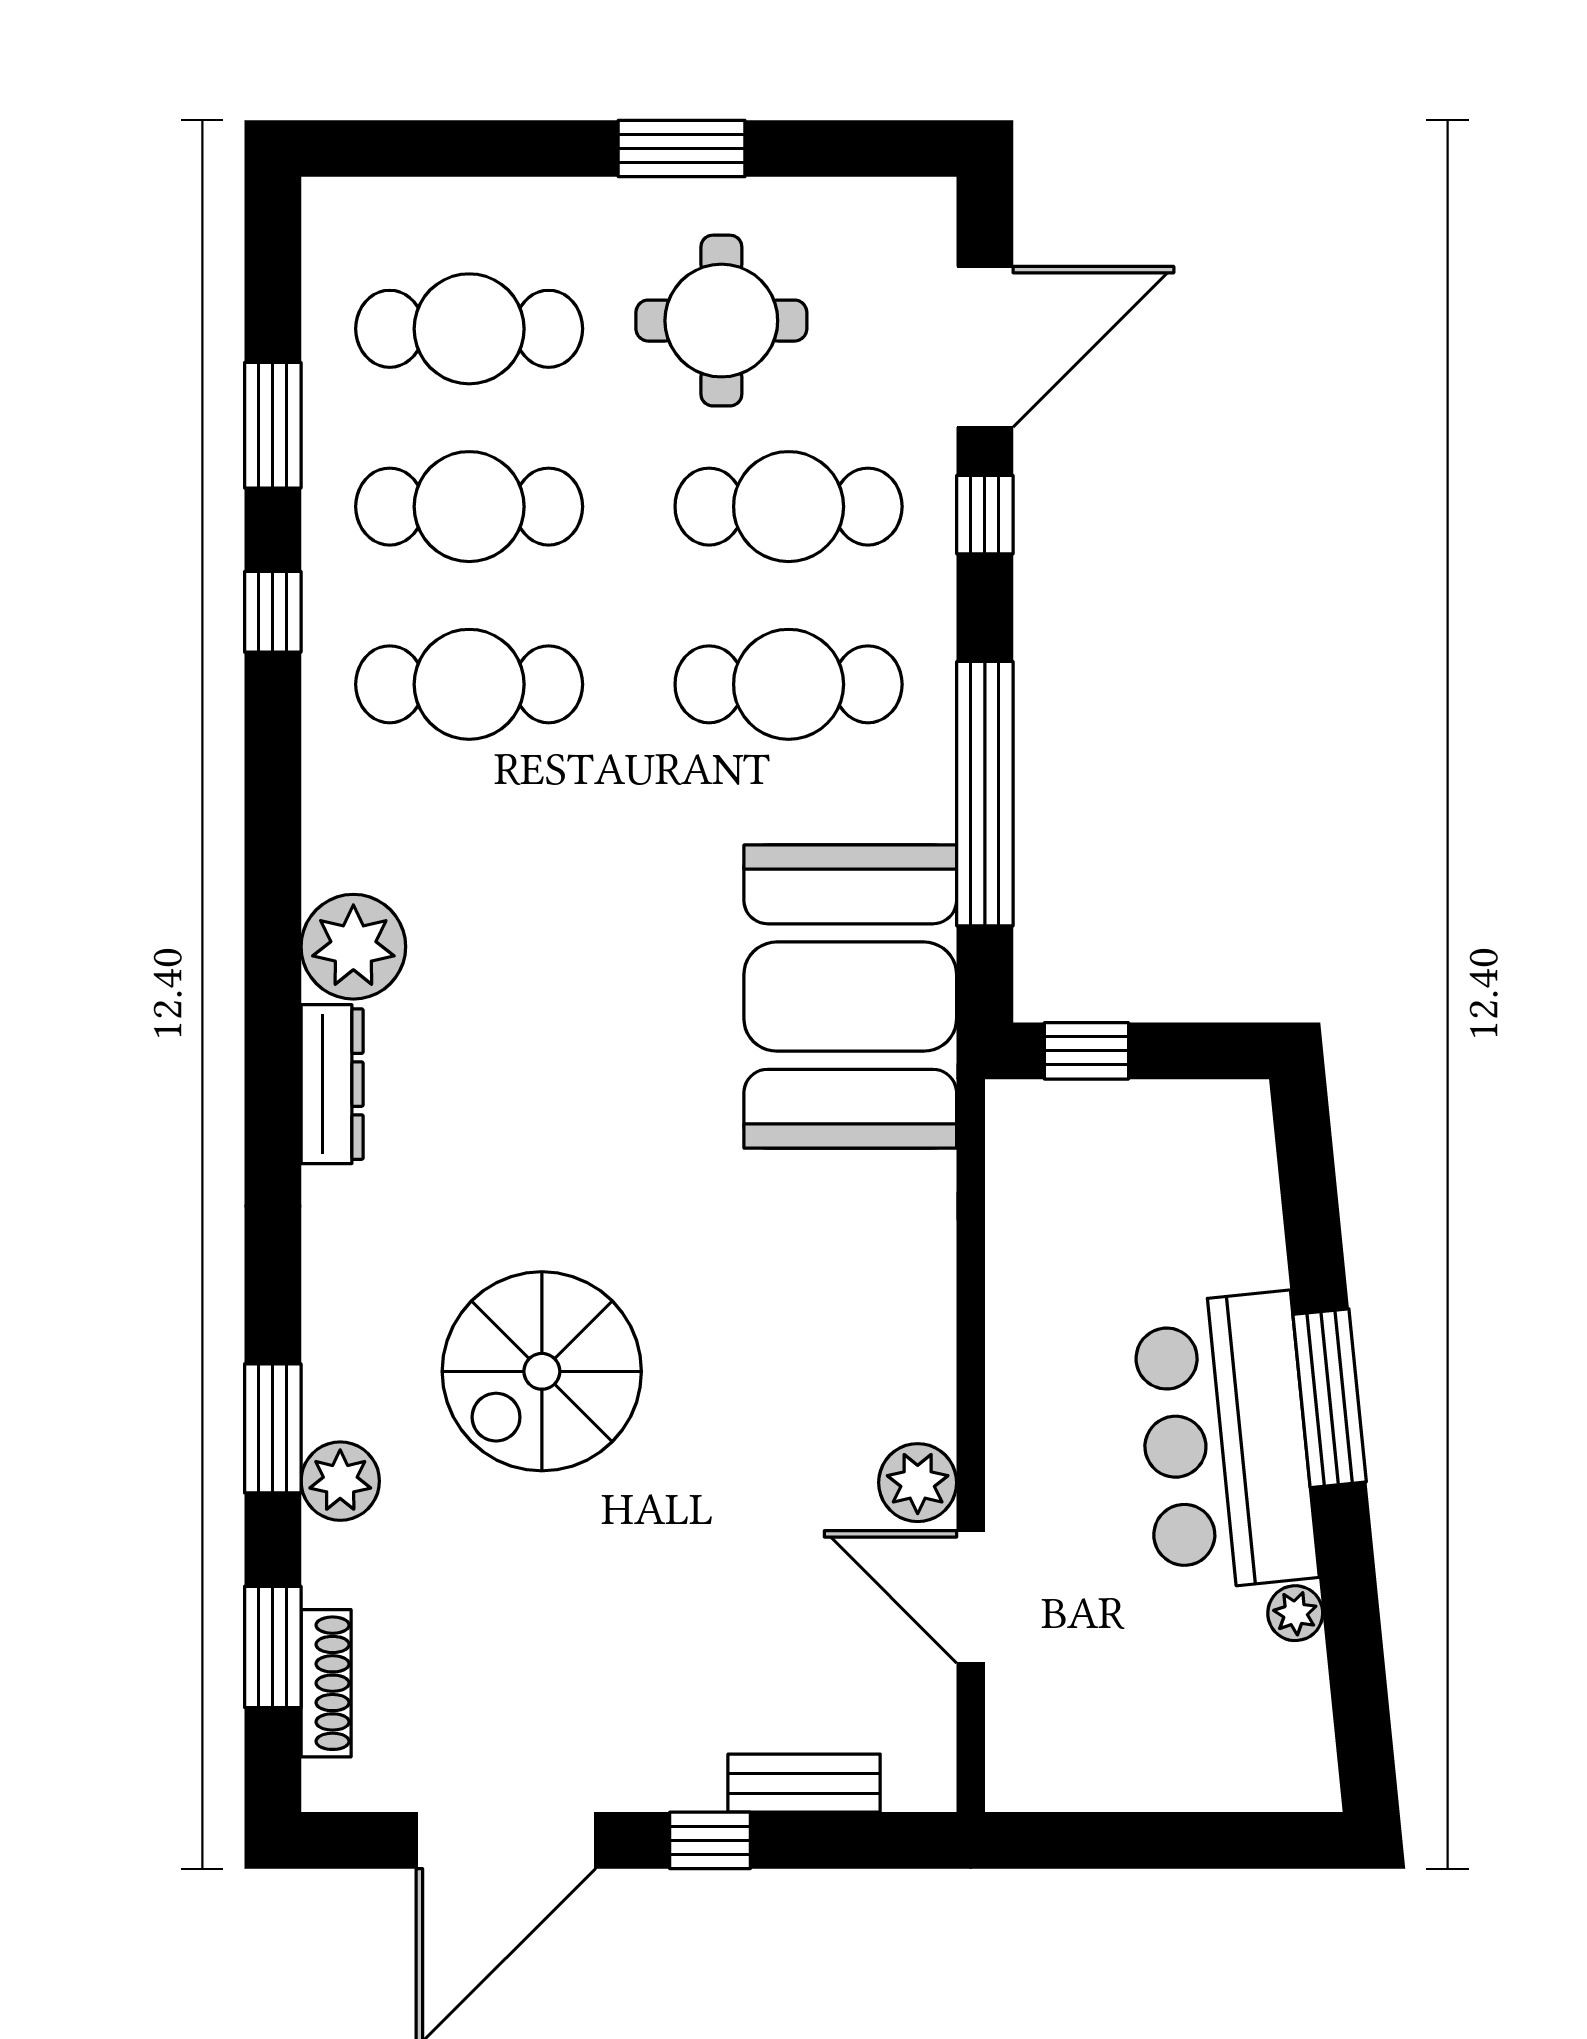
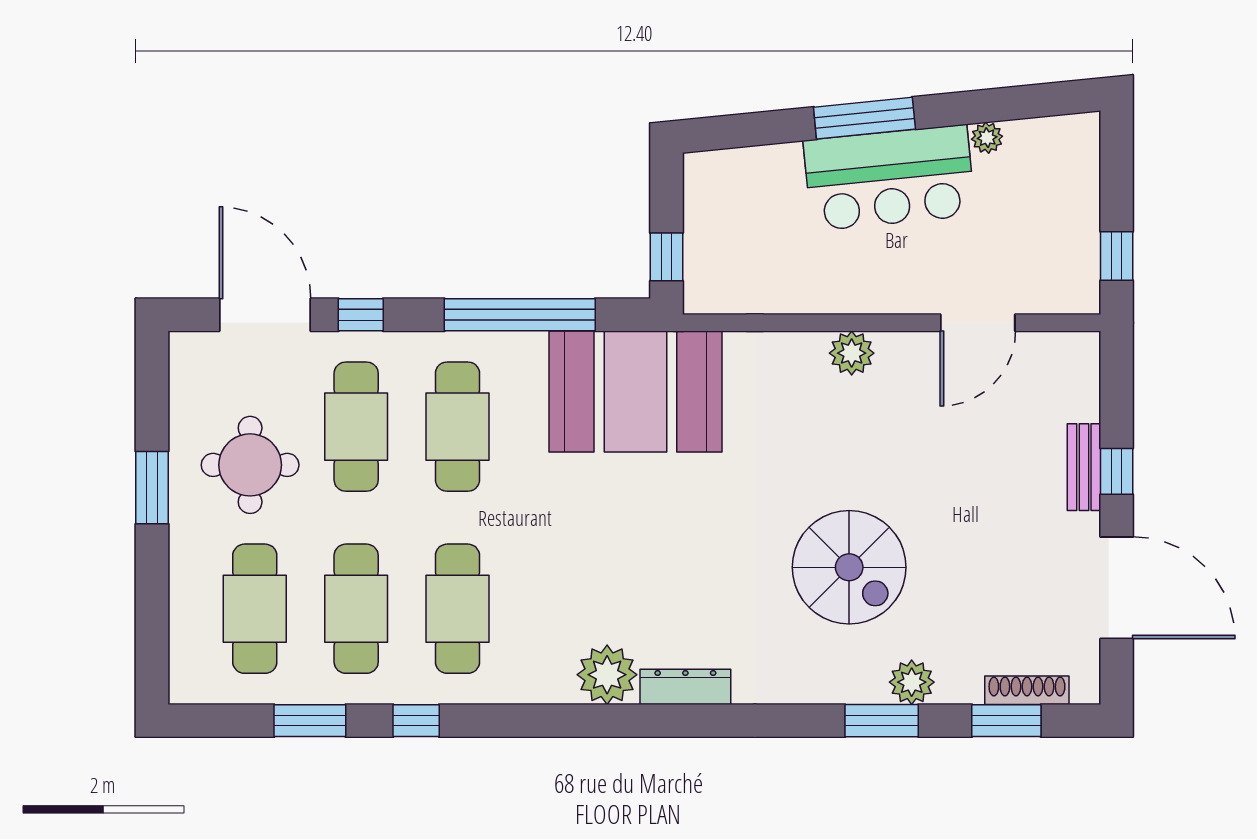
plant: (918, 1483) -> (852, 353), moved
bench: (804, 1783) -> (1084, 467), moved
window: (1088, 1840) -> (1117, 256), added

